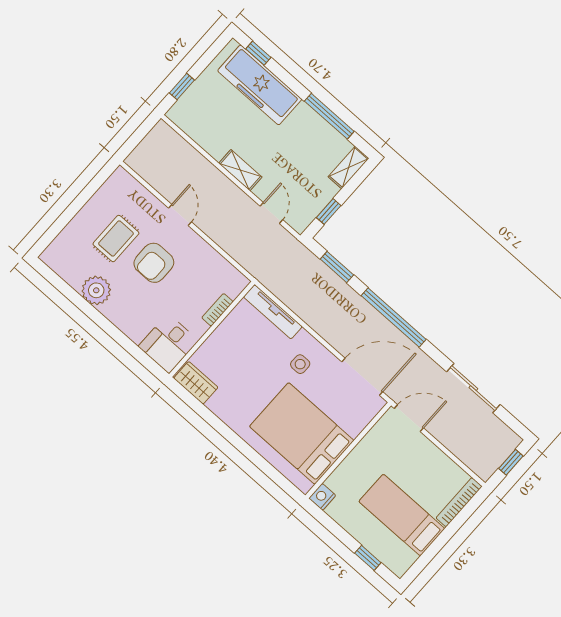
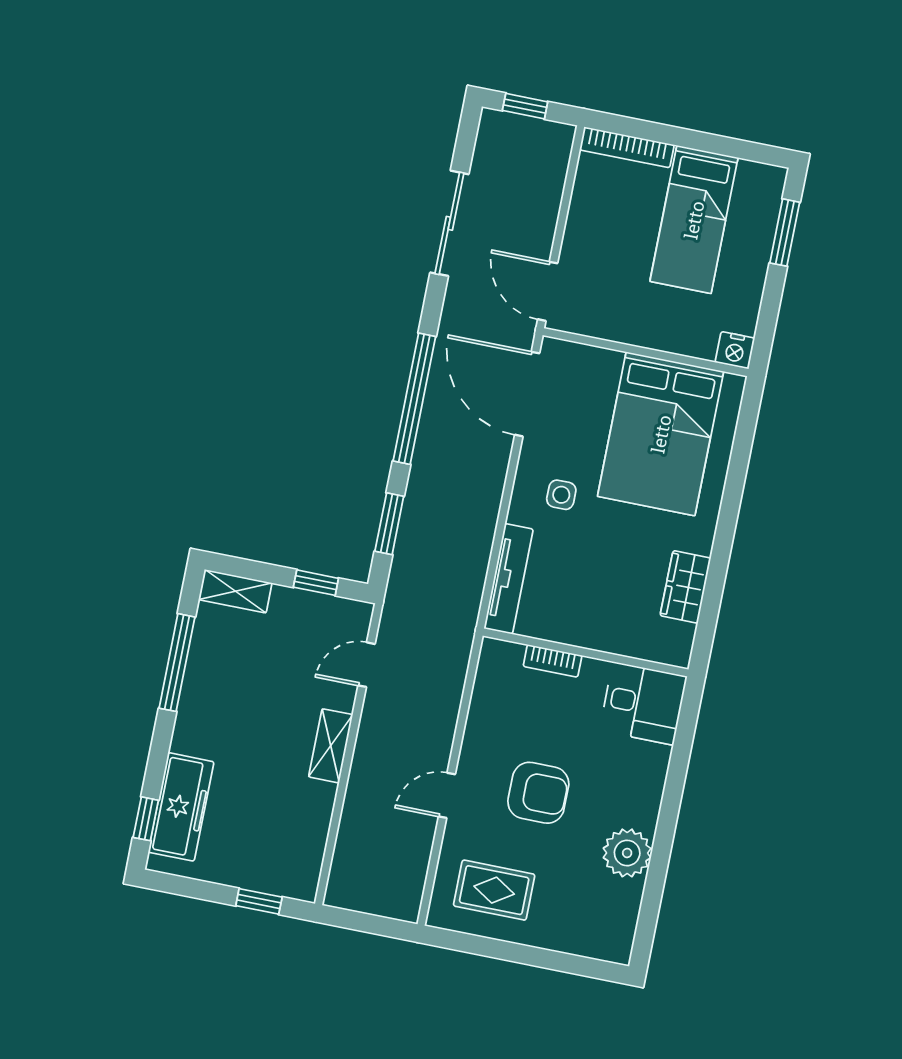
freezer: (260, 85) -> (181, 807), width x0.73, depth x0.79
rug: (116, 239) -> (494, 890), moved
wardrobe: (196, 383) -> (685, 587), moved
window: (368, 558) -> (785, 233), width x1.50

